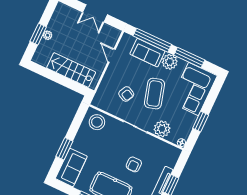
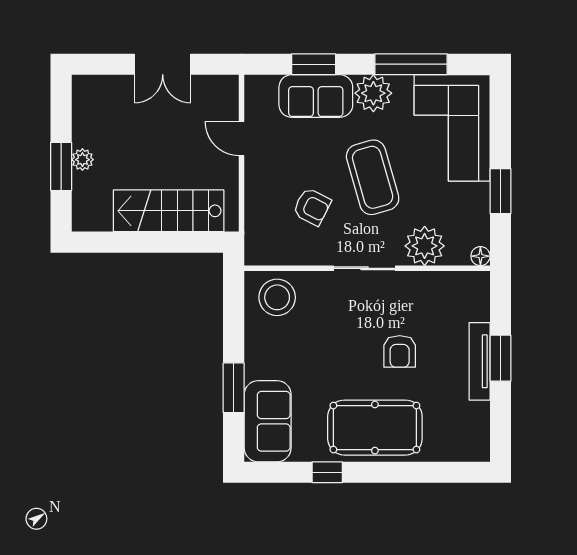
window: (152, 40) -> (314, 64), width x0.47

